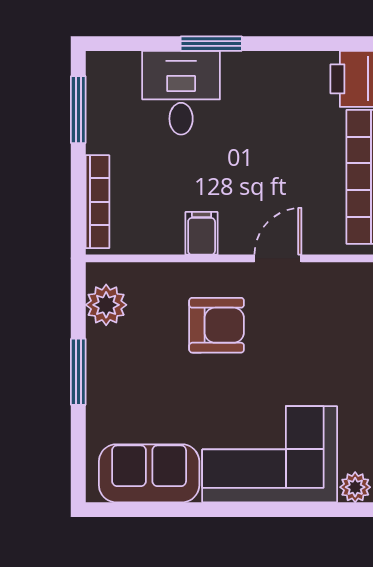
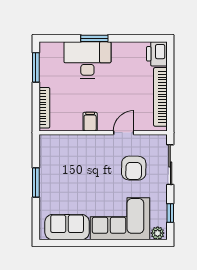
desk: (181, 93) -> (87, 60), width x1.37
plant: (106, 305) -> (48, 153), removed
armchair: (217, 325) -> (134, 168), moved, turned 91

